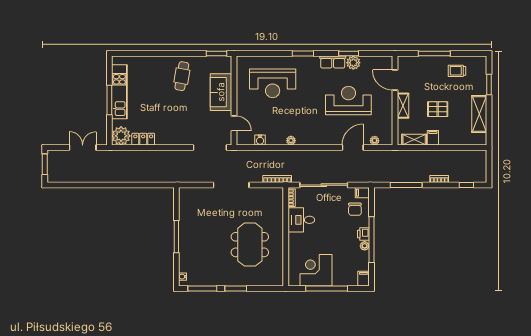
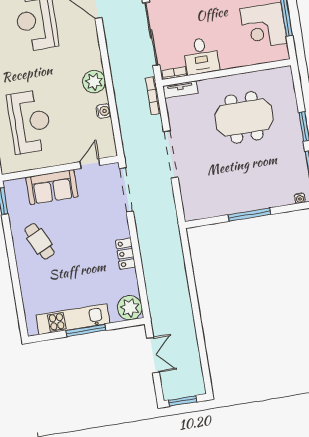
cafe table: (182, 76) -> (39, 241), turned 55
locker: (143, 139) -> (125, 254), moved
water cooler: (260, 140) -> (103, 111), moved
plant: (291, 141) -> (94, 82), width x1.88, depth x1.88
double door: (83, 147) -> (153, 355), swing flipped
tv unit: (278, 200) -> (180, 90), added

